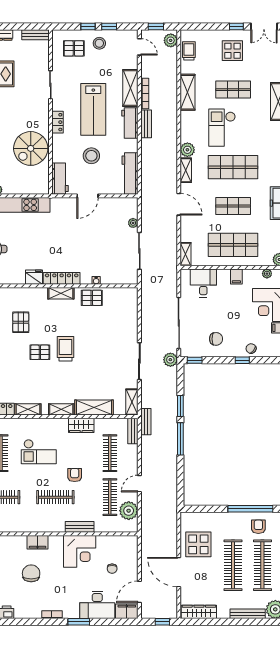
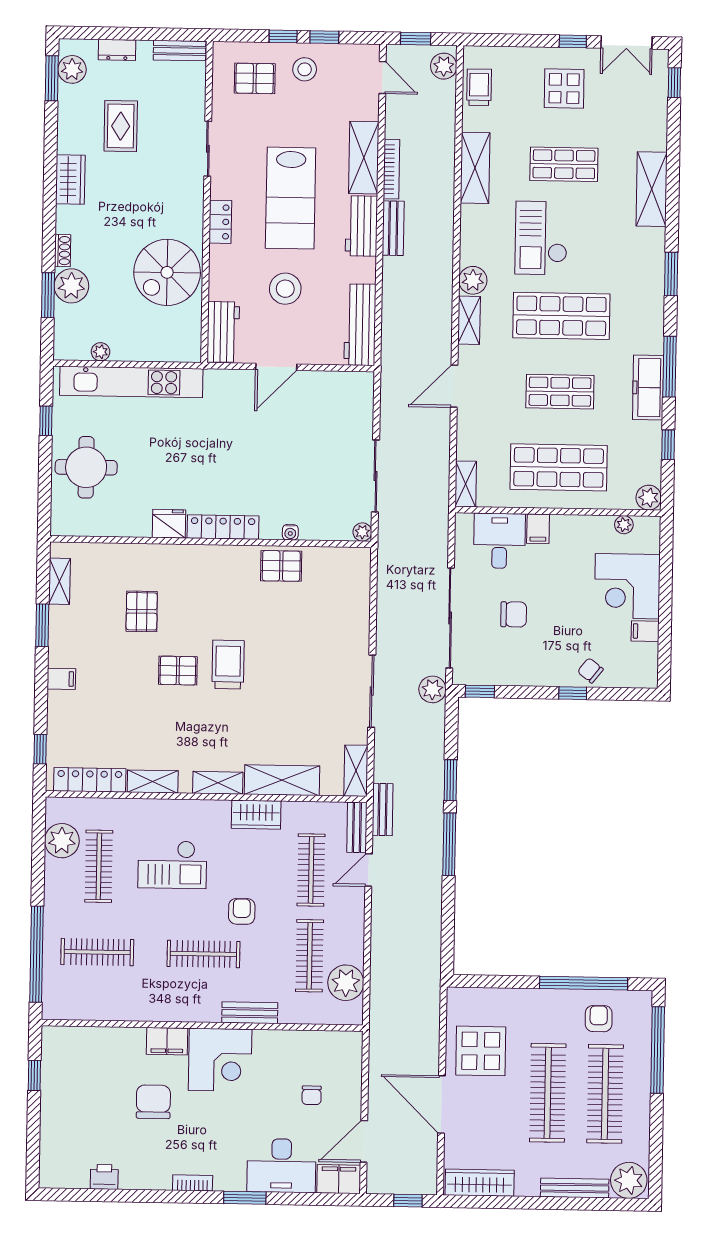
door: (179, 204) -> (454, 386), swing flipped
plant: (133, 223) -> (362, 532), moved
filing cabinet: (236, 276) -> (538, 529), moved
shelving: (61, 293) -> (221, 556), removed
chair: (216, 339) -> (514, 614), moved
door: (139, 484) -> (369, 870), moved
corner desk: (80, 551) -> (220, 1060), moved

